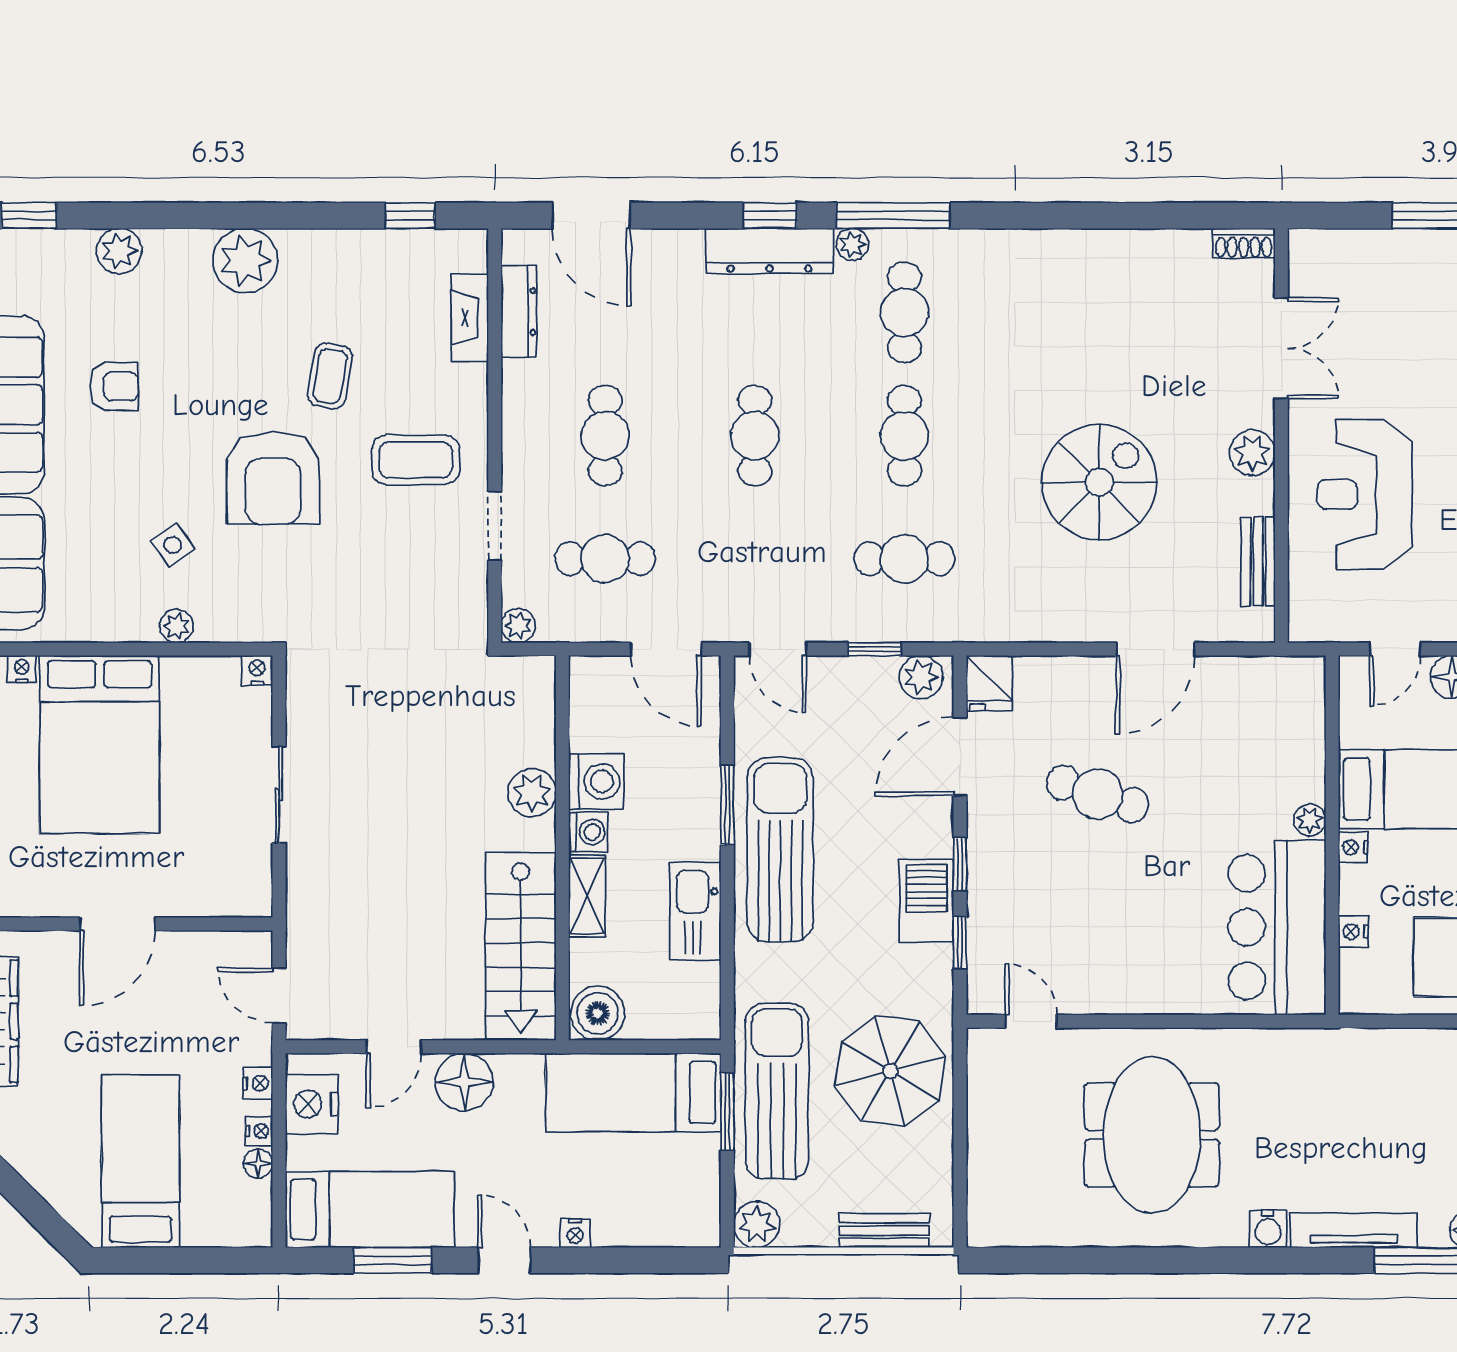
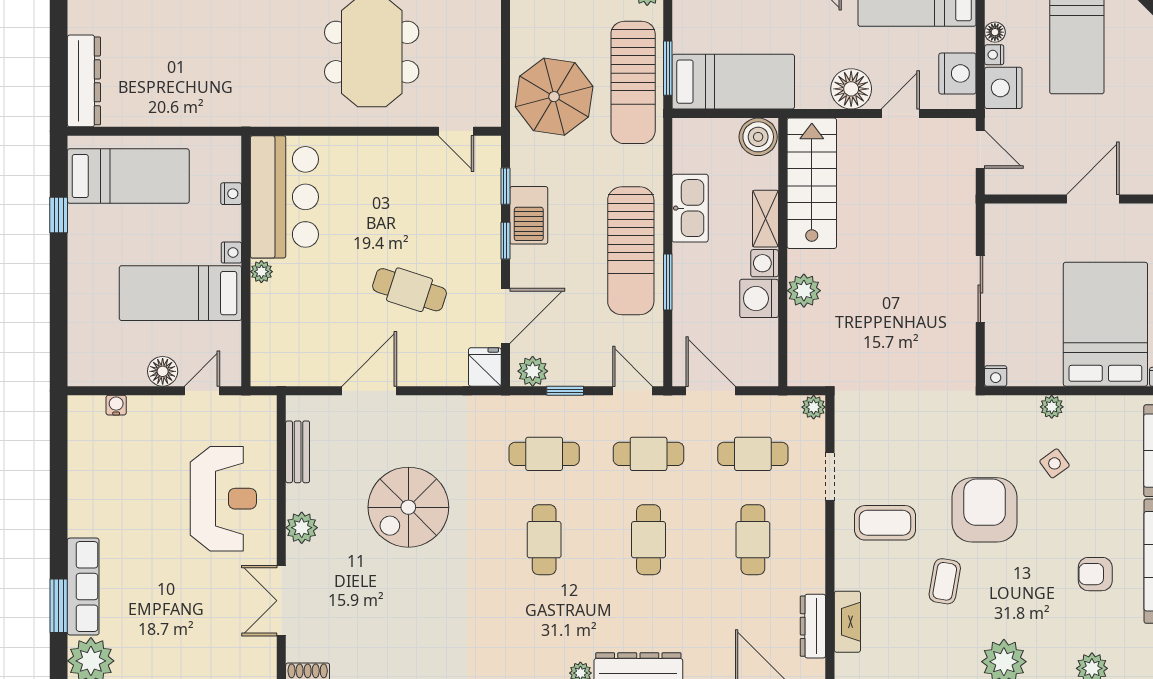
cafe table: (905, 312) -> (649, 454), moved, turned 90
nightstand: (258, 1083) -> (1003, 88), width x1.89, depth x1.79

